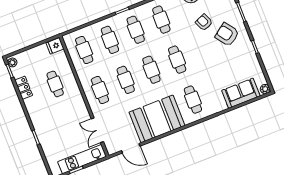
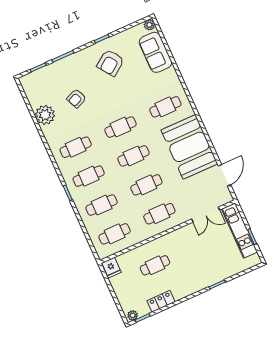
armchair: (227, 35) -> (111, 63), moved

